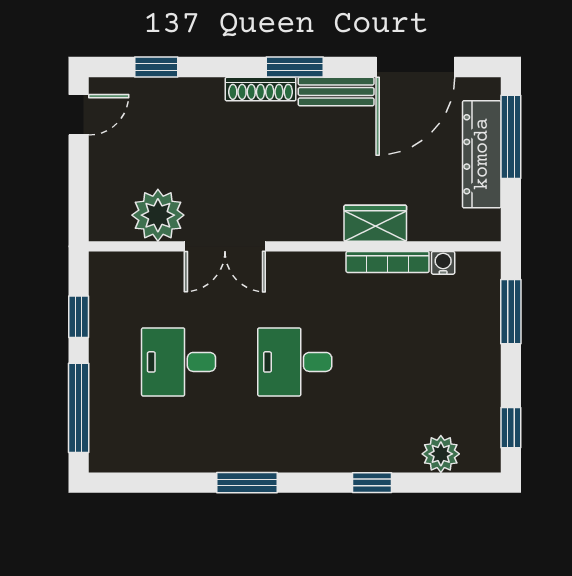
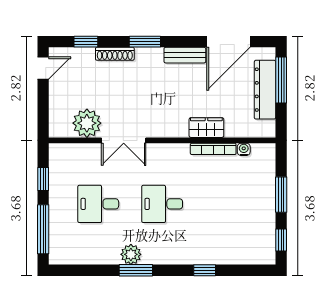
window: (295, 67) -> (145, 42), moved
shoe rack: (261, 89) -> (115, 54), moved
window: (511, 312) -> (281, 195), moved
plant: (441, 454) -> (131, 254), moved

